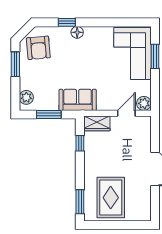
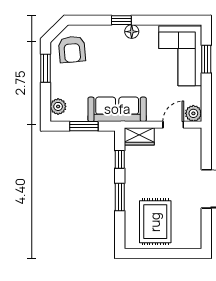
window: (67, 22) -> (121, 20), moved
floor lamp: (77, 32) -> (132, 32), moved
sofa: (78, 100) -> (117, 109), width x1.36
window: (80, 202) -> (120, 197), moved

